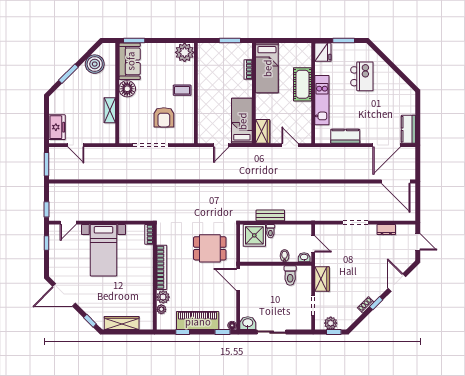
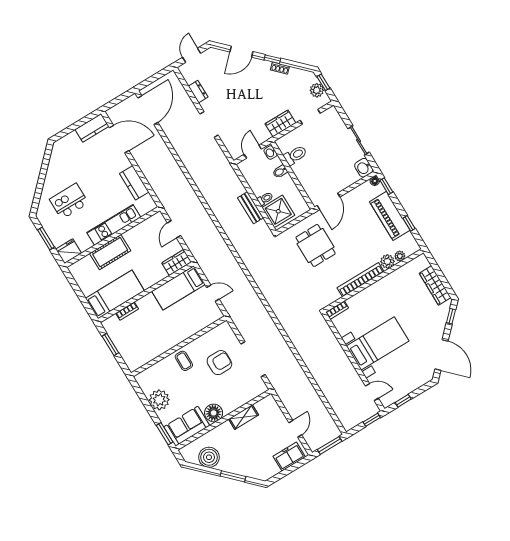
plant: (185, 52) -> (159, 400), moved

